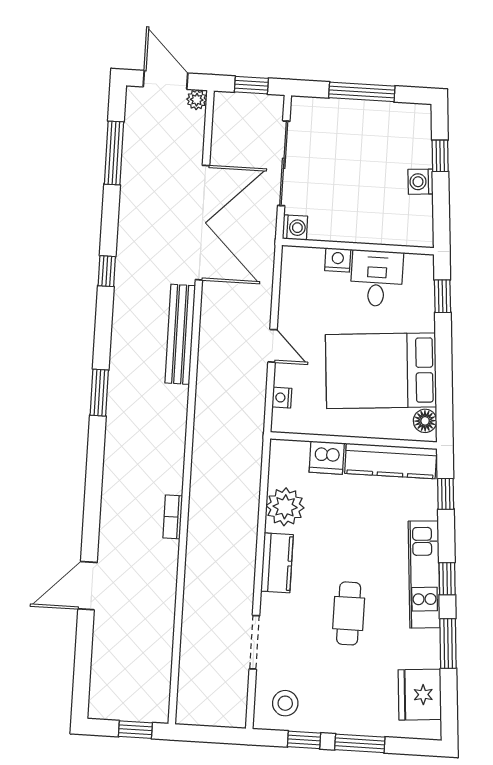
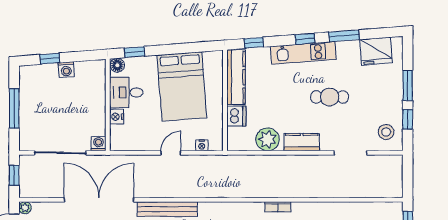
floor lamp: (425, 421) -> (117, 65), moved

